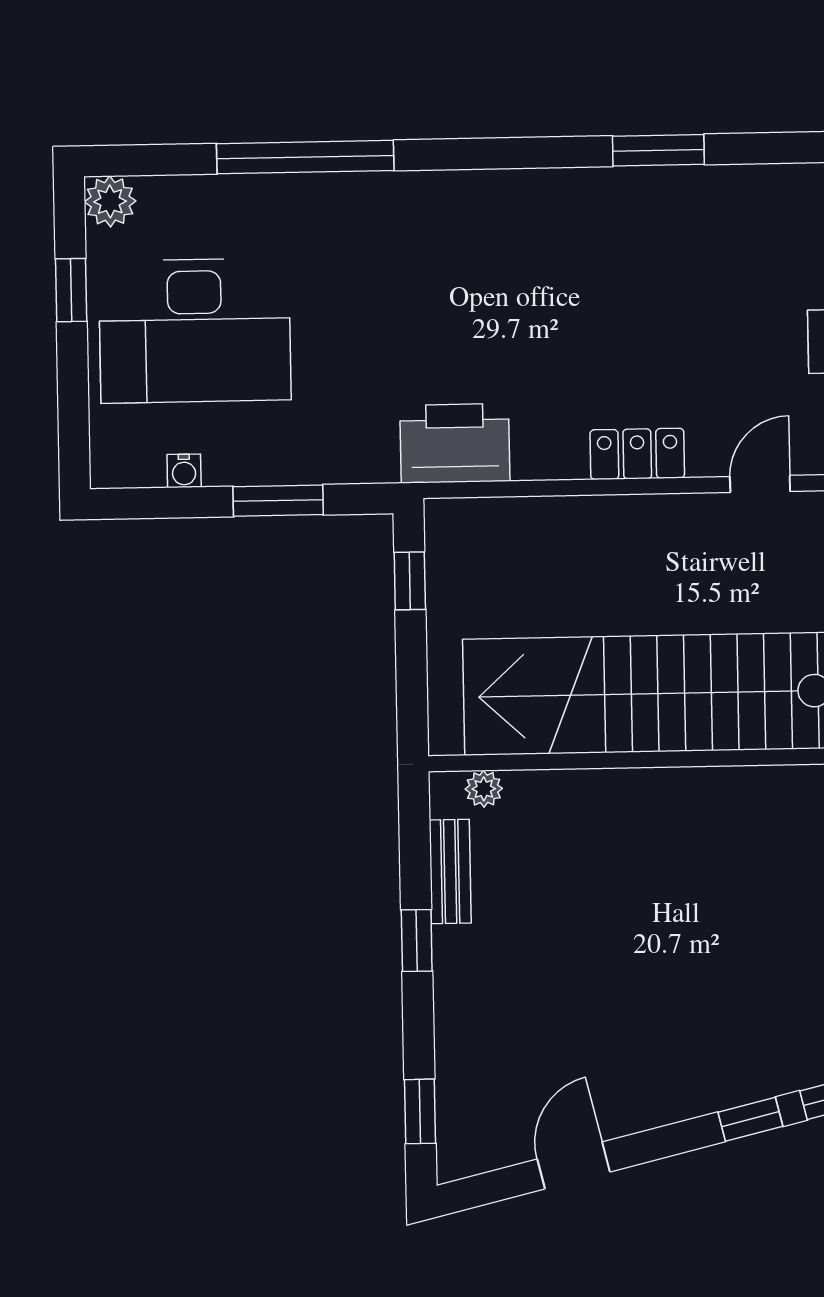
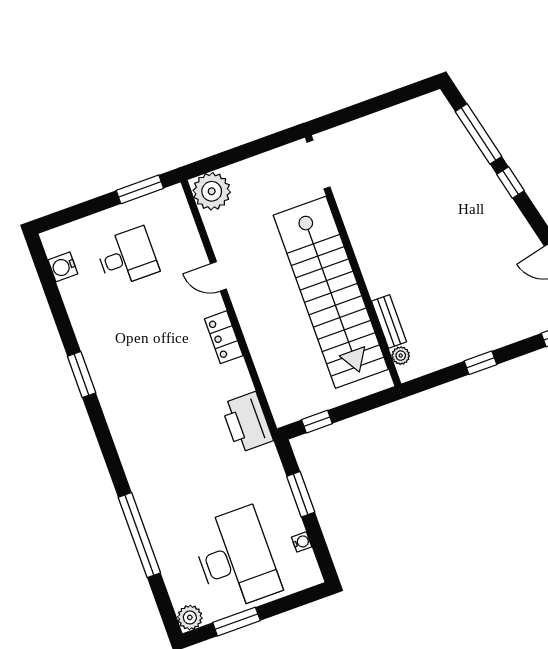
window: (71, 290) -> (236, 622), width x1.50
bench: (450, 872) -> (389, 321), moved, turned 90

